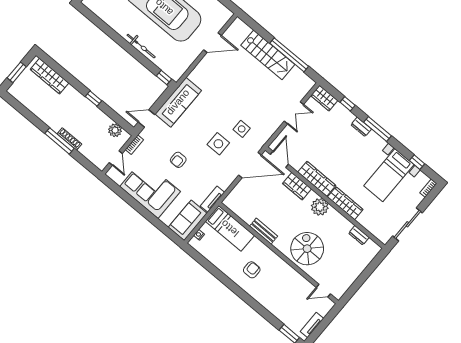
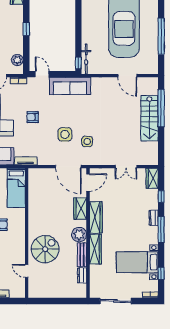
bicycle: (141, 46) -> (86, 59), moved
window: (289, 55) -> (161, 108), moved
bench: (264, 231) -> (82, 255), moved
door: (323, 291) -> (27, 271), moved

